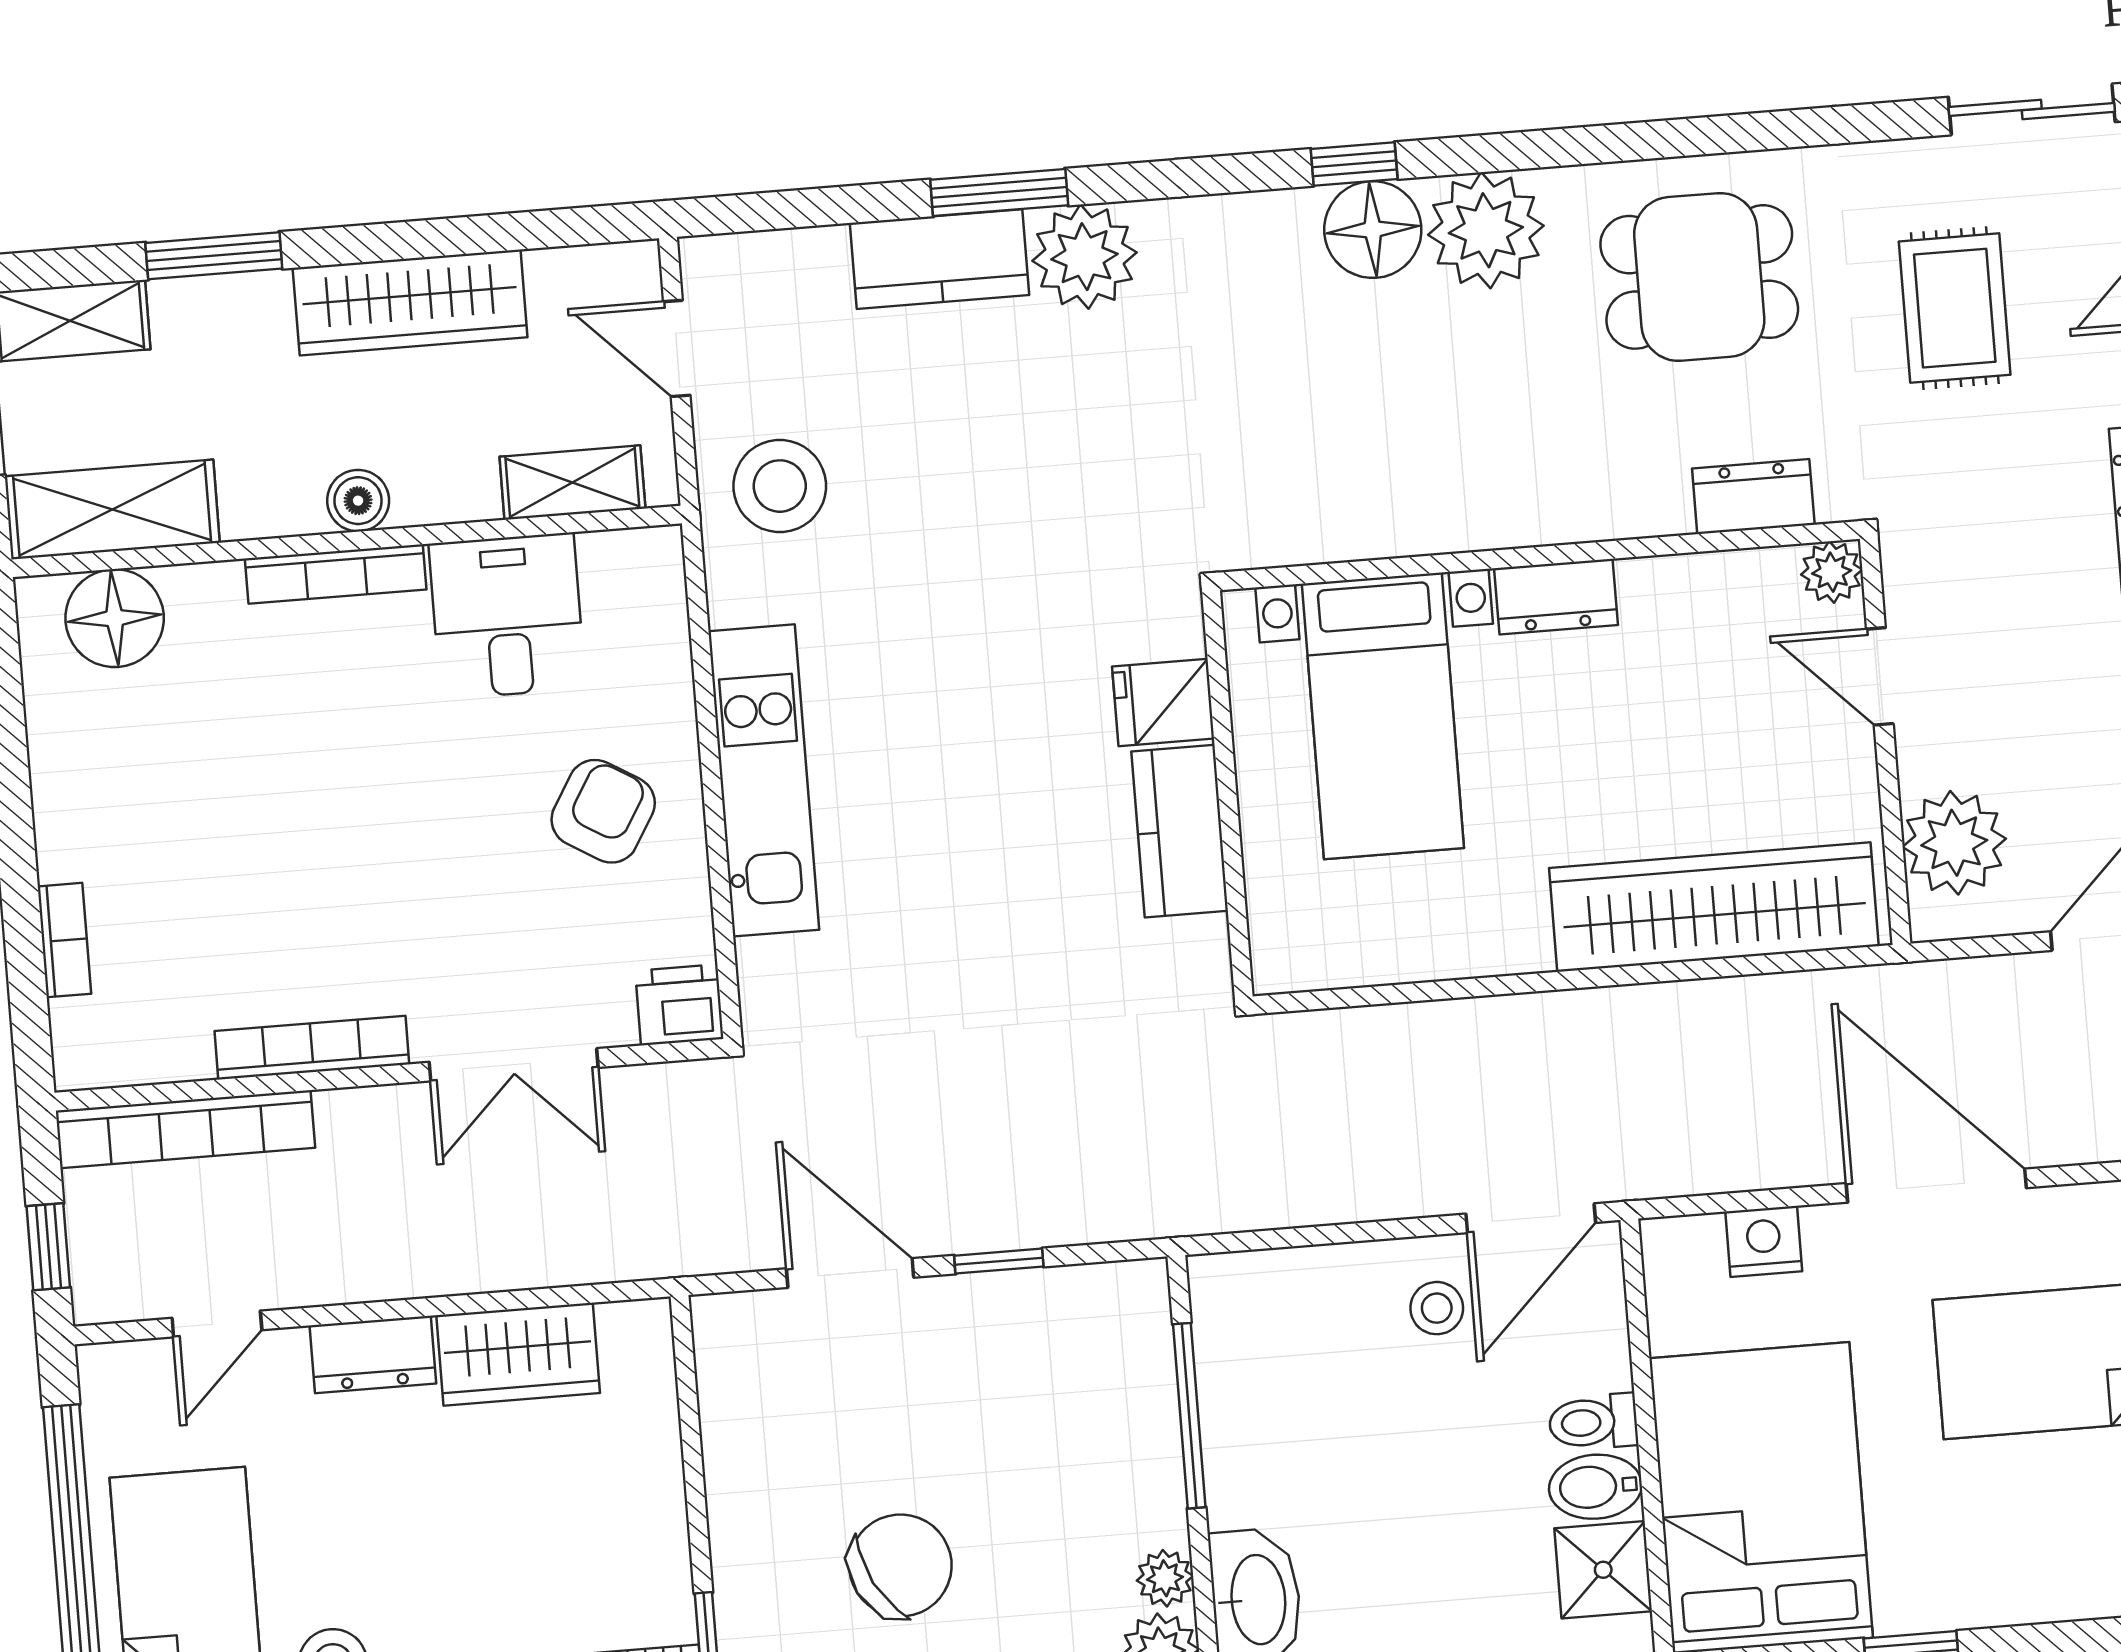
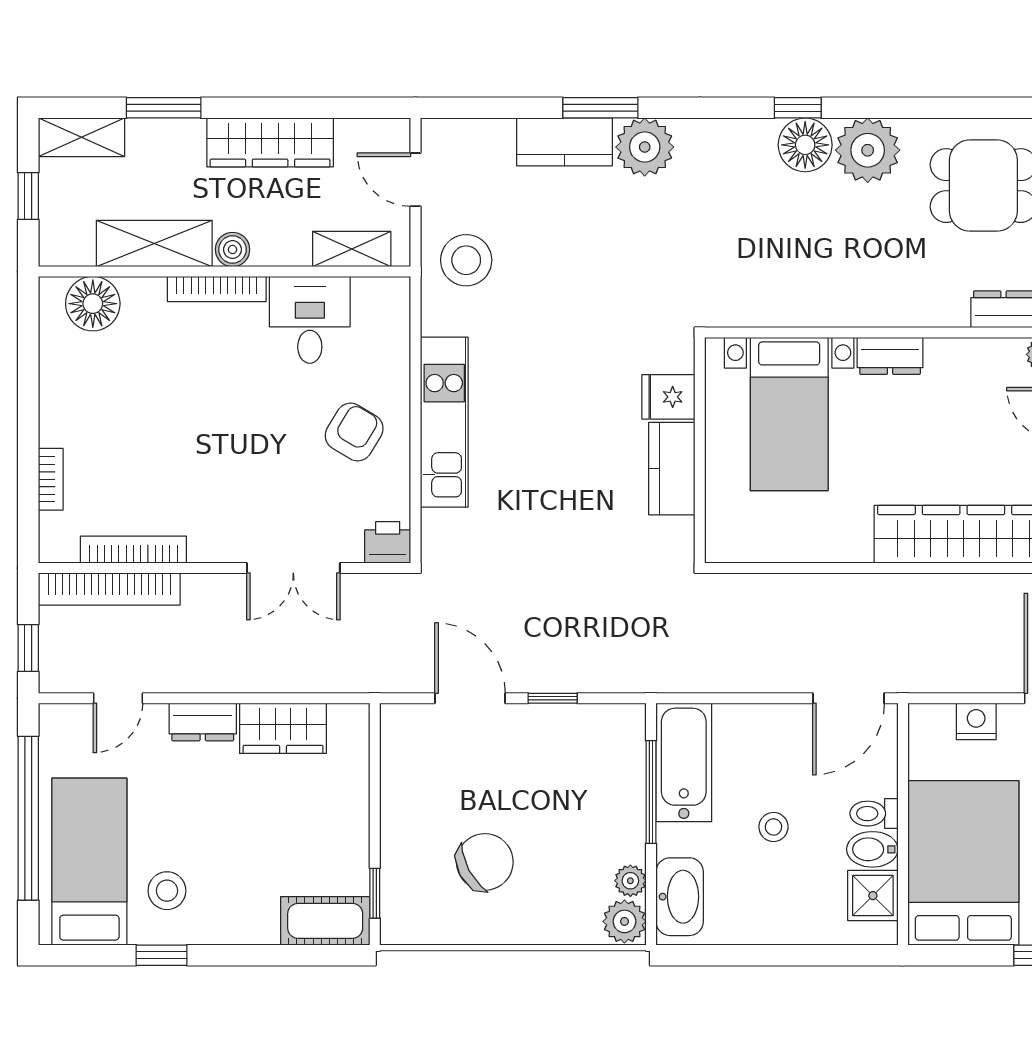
shelving: (112, 509) -> (154, 243), moved
bookcase: (312, 1048) -> (133, 550), moved
stool: (1437, 1308) -> (773, 827), moved
bathtub: (1244, 1358) -> (684, 763), added

